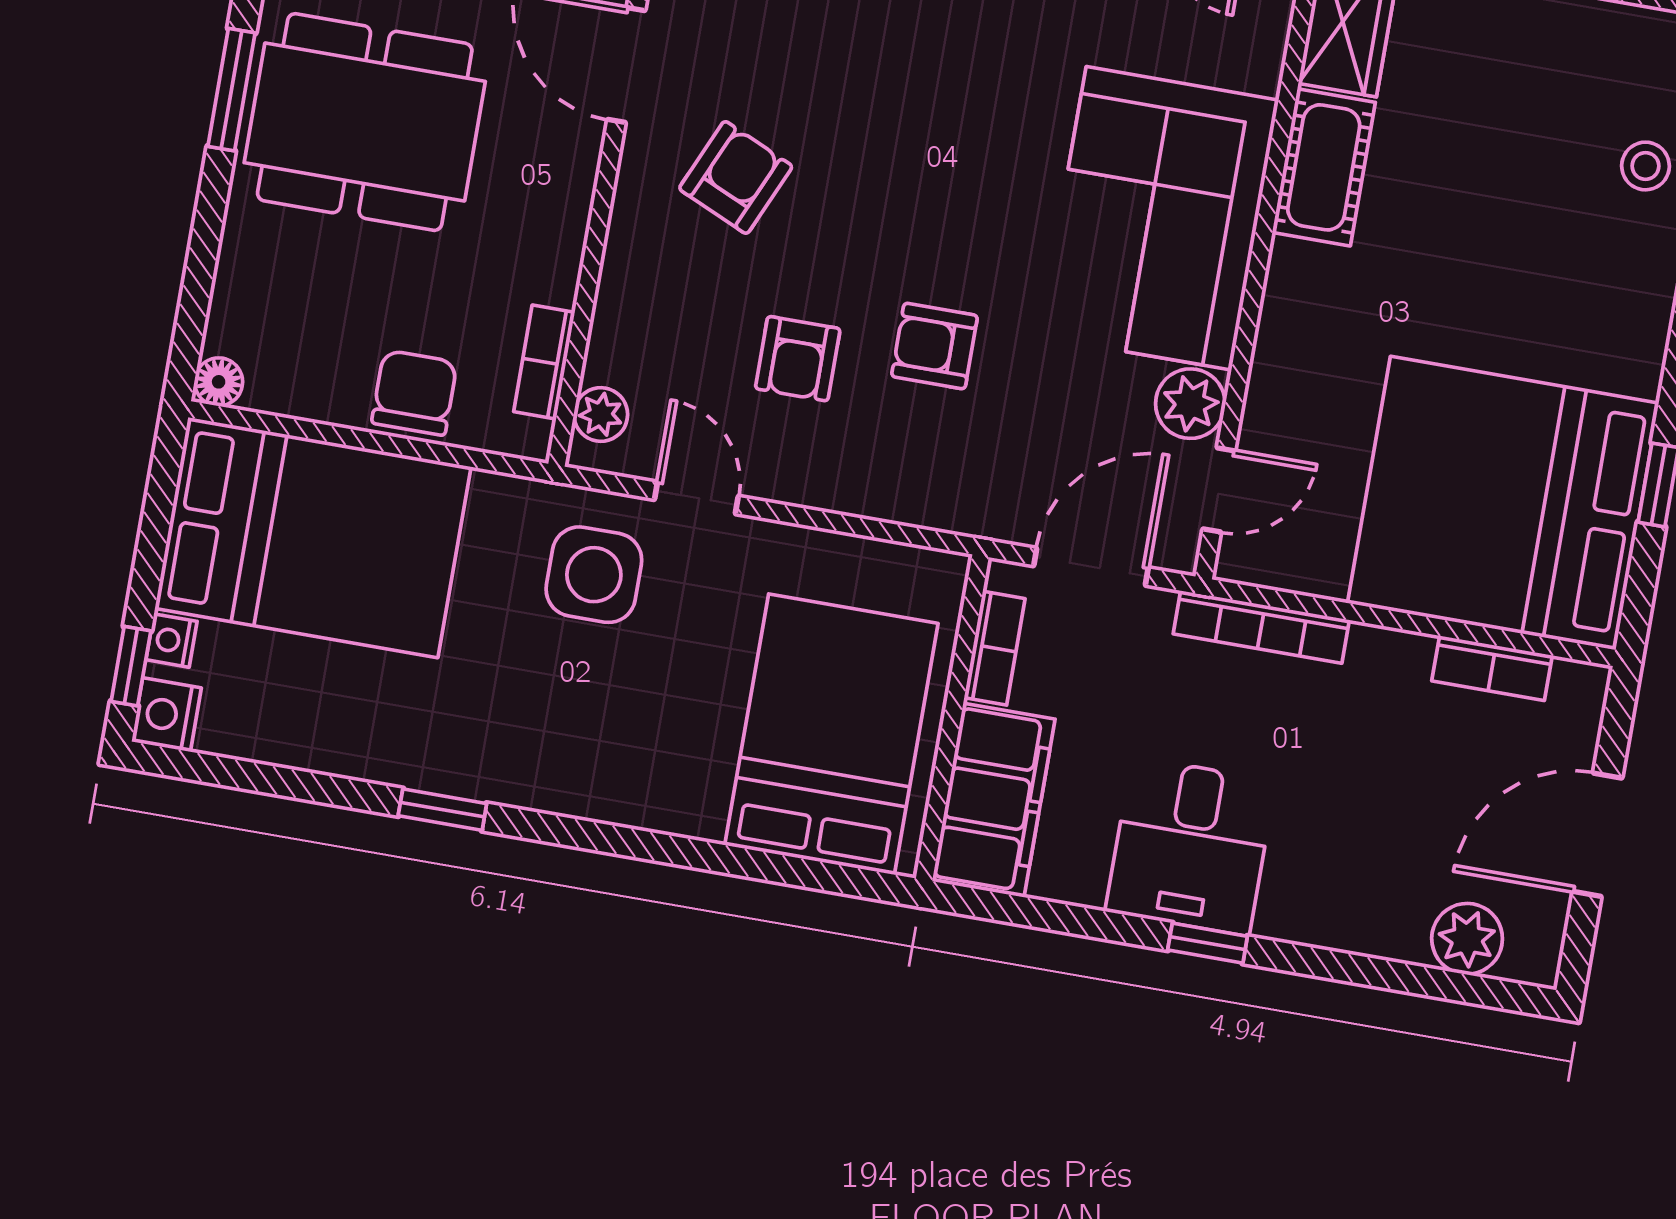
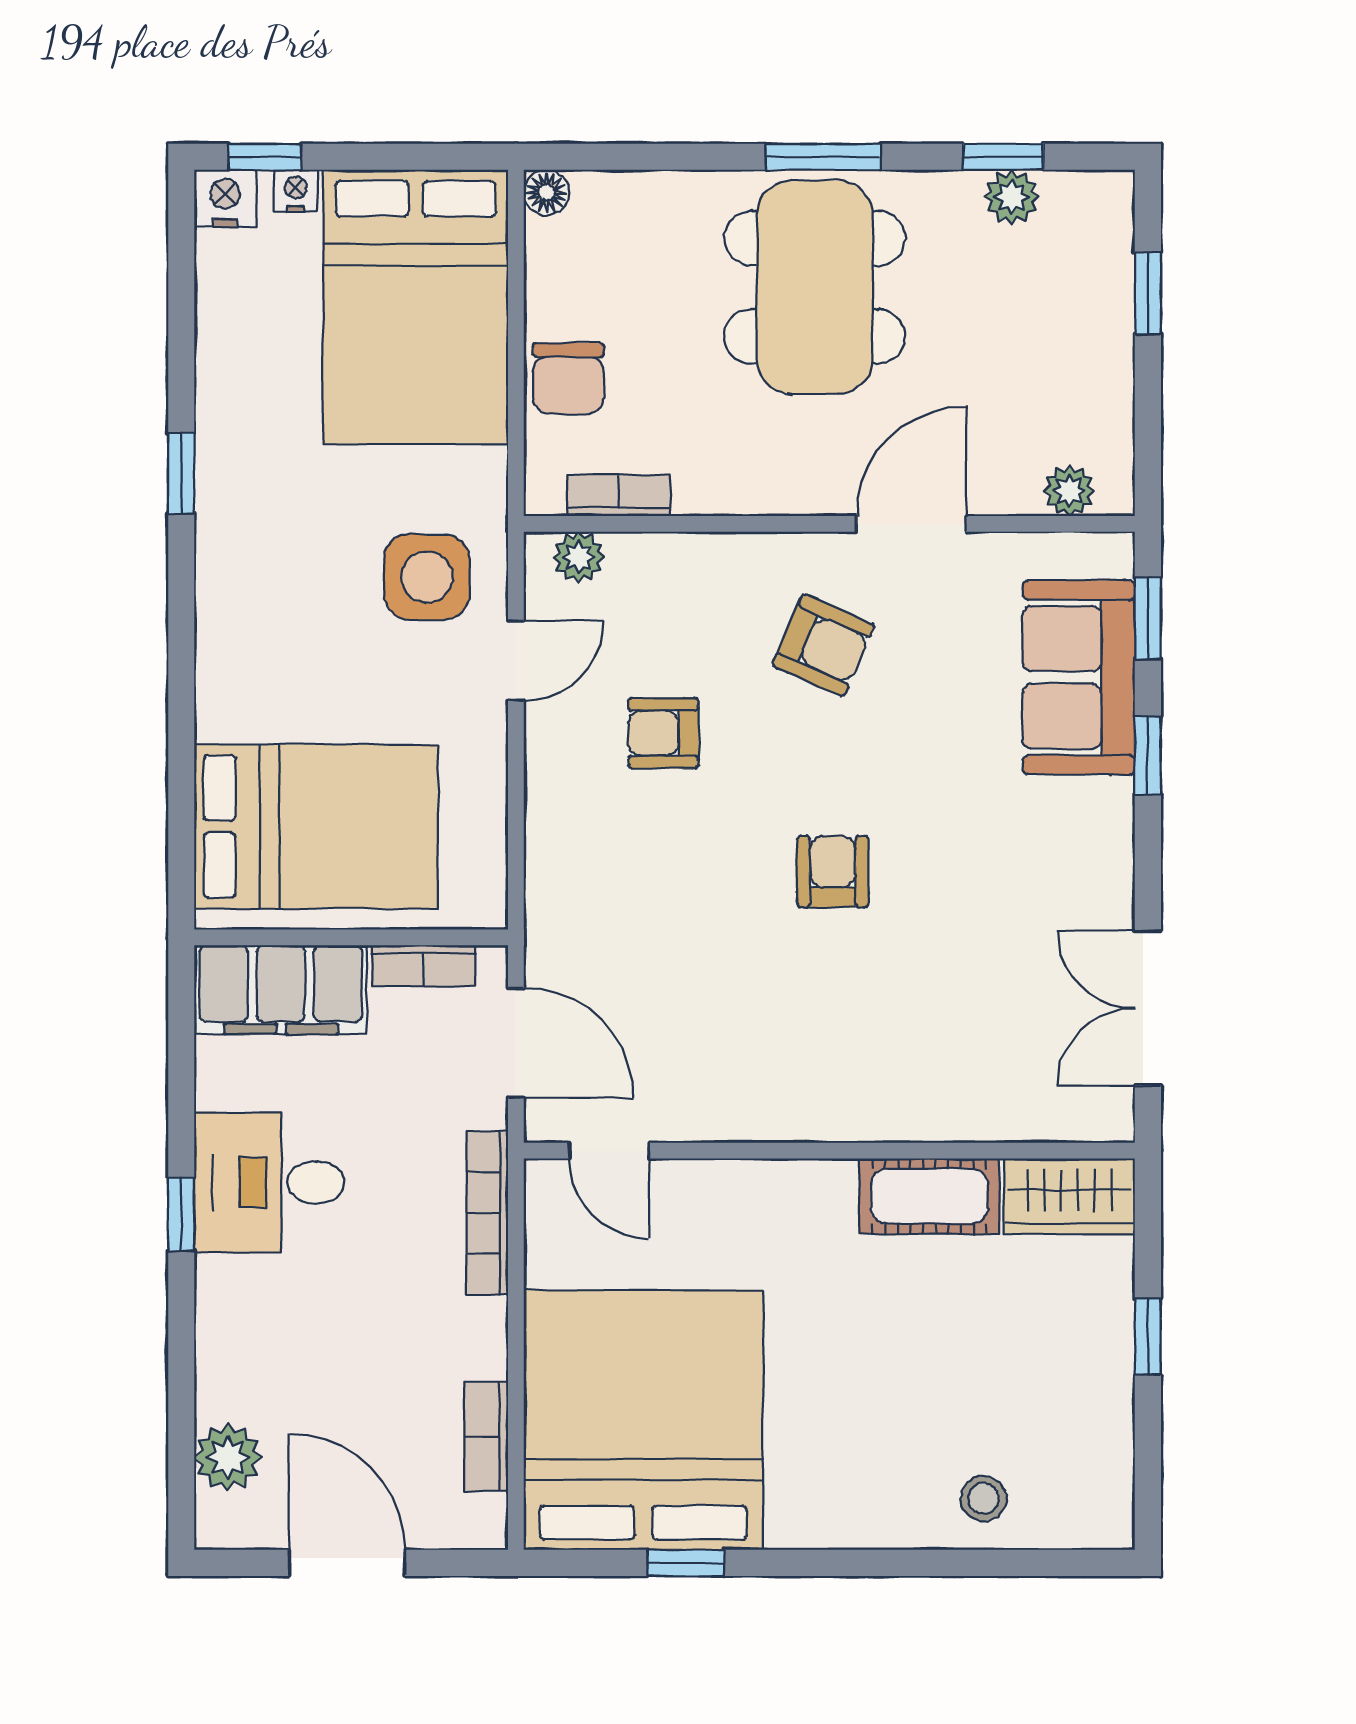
corner sofa: (1159, 218) -> (855, 1050), removed
armchair: (934, 346) -> (833, 872), moved
chair: (414, 393) -> (568, 378), turned 90
plant: (1190, 404) -> (685, 1110), removed

